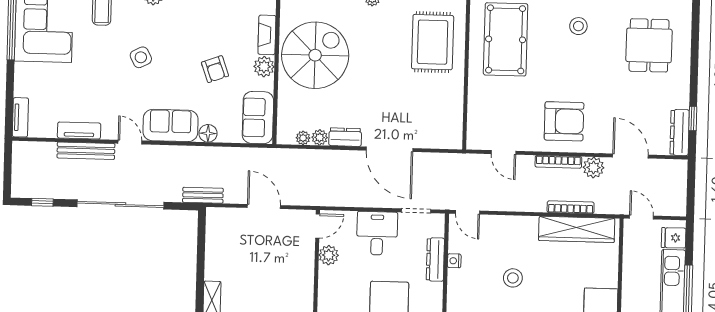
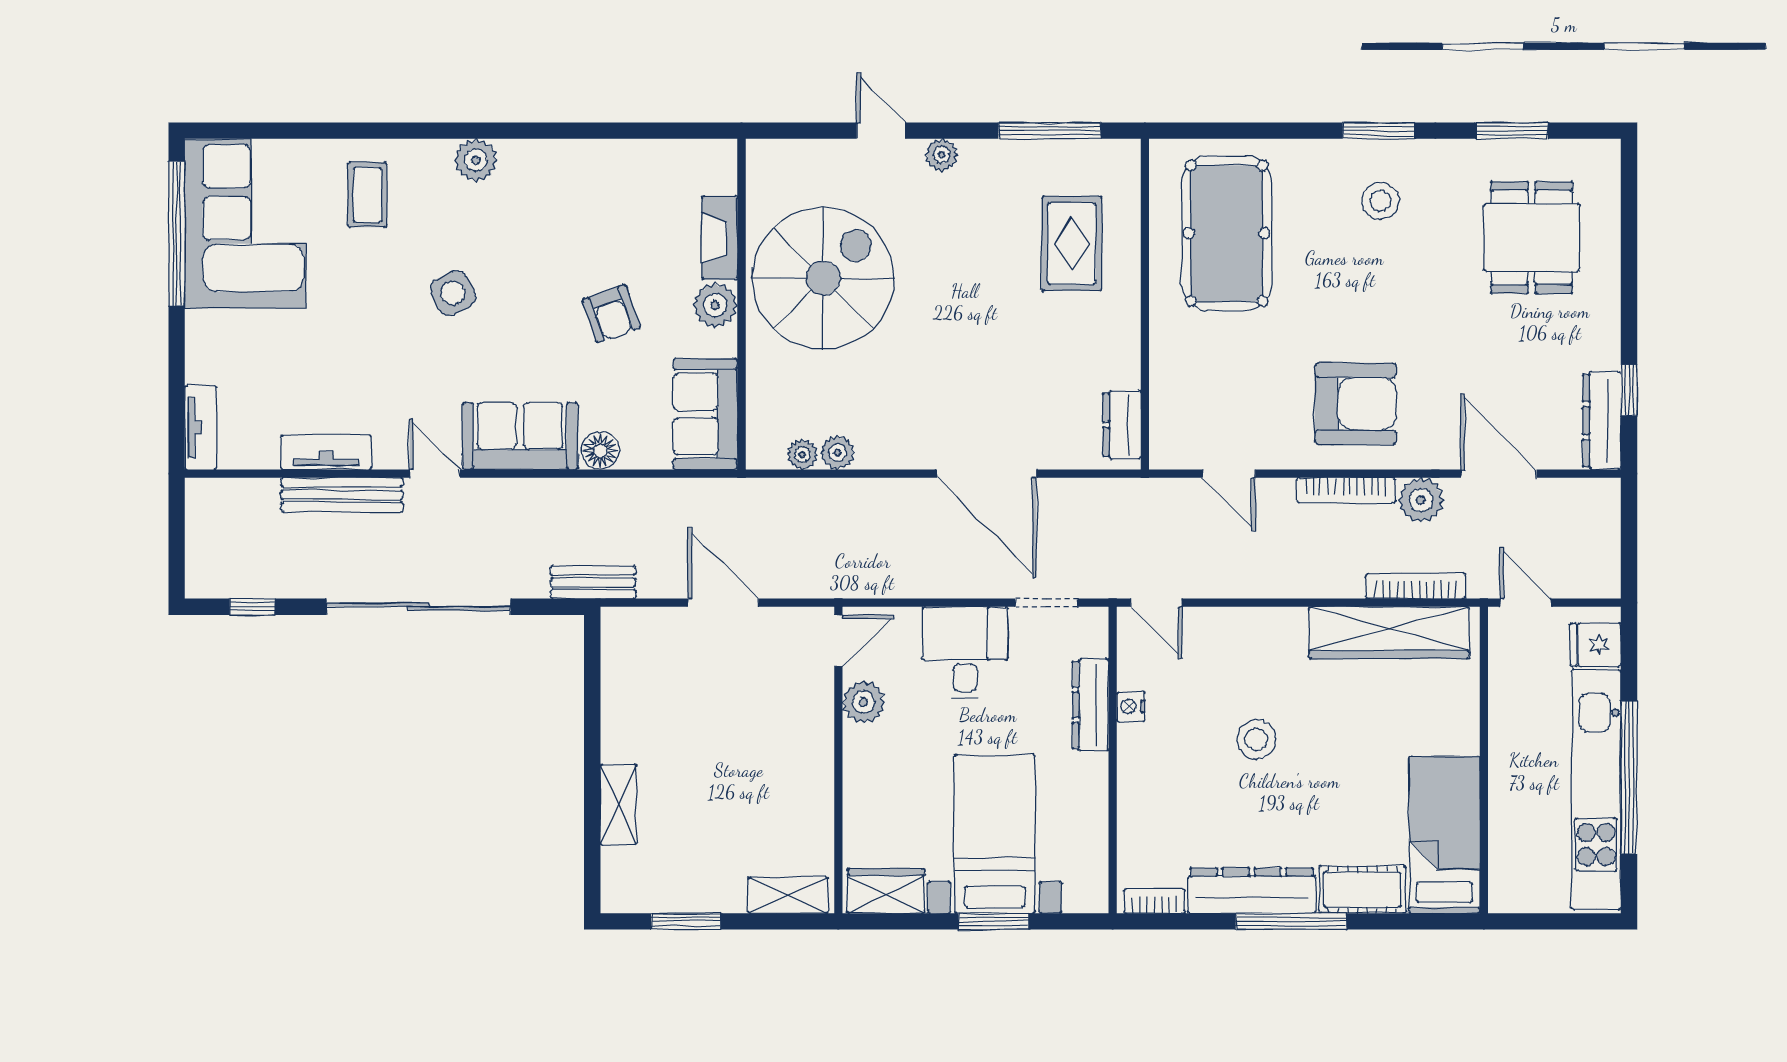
rug: (433, 42) -> (1072, 243), width x0.73, depth x0.70
dresser: (345, 137) -> (1122, 425), moved, turned -90
bookcase: (571, 207) -> (1416, 586), moved

